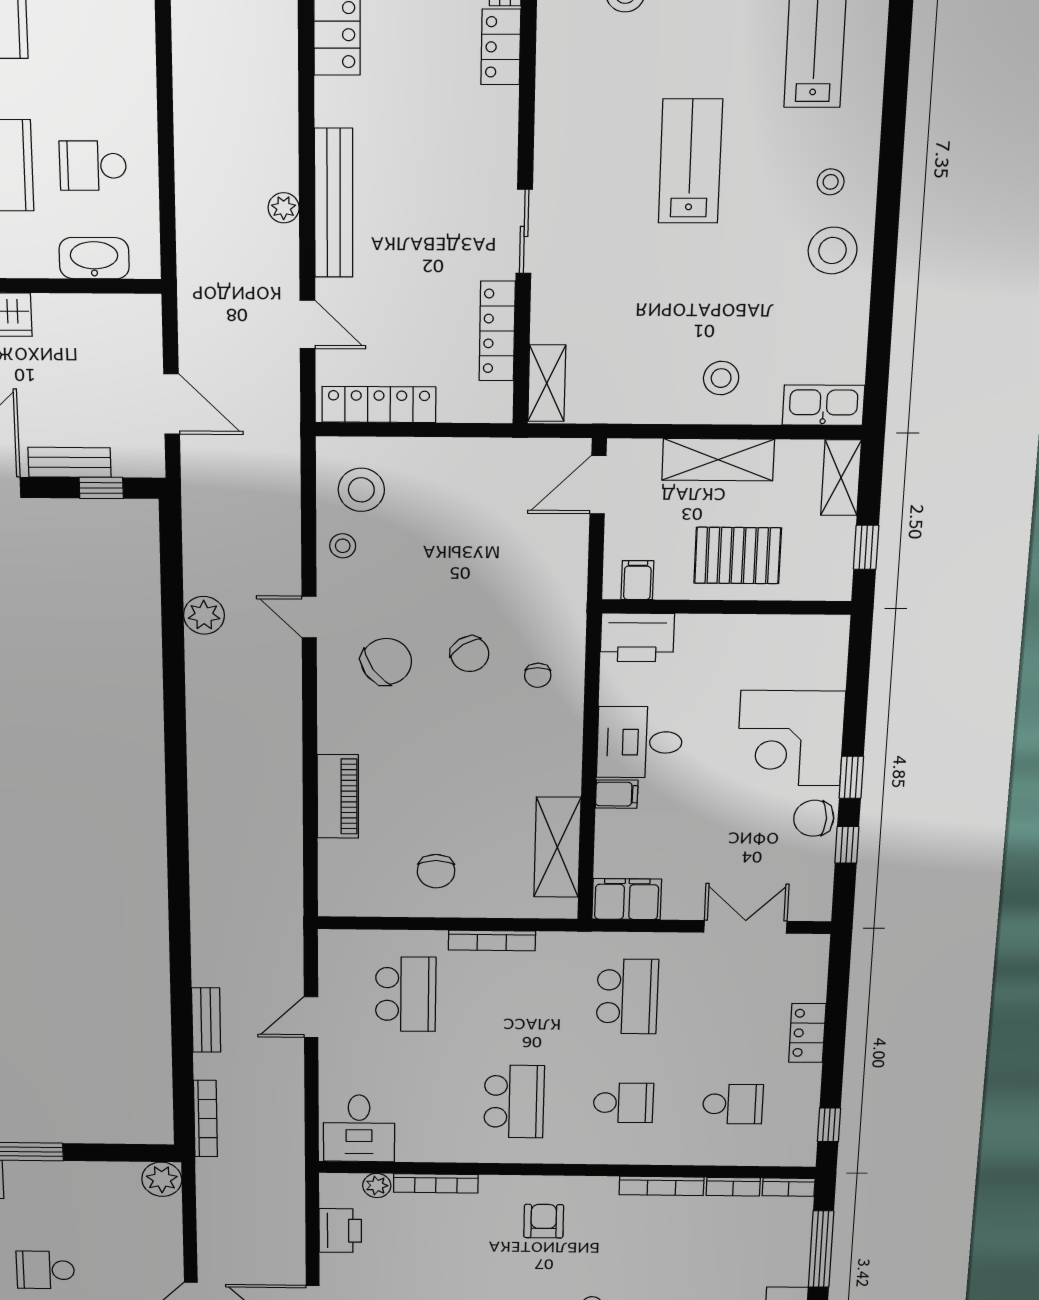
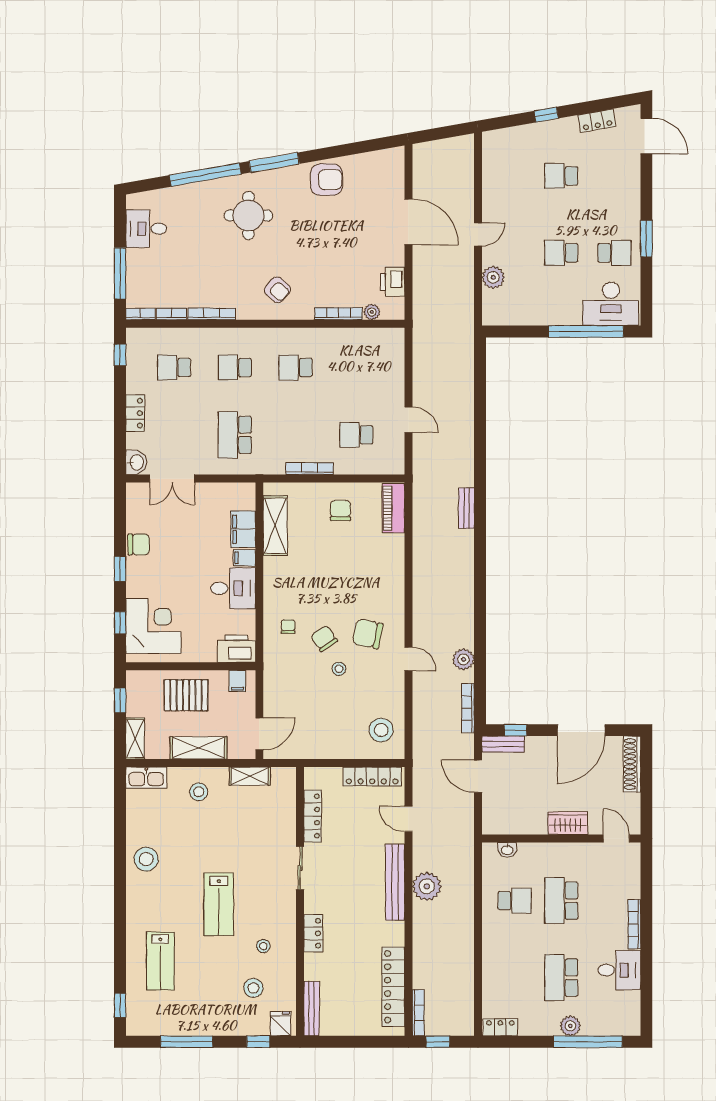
locker: (501, 47) -> (313, 933), moved
stool: (831, 182) -> (263, 946), moved
plant: (284, 208) -> (427, 886), width x1.88, depth x1.88
washbasin: (94, 258) -> (507, 850), width x0.52, depth x0.69
shelving: (547, 383) -> (250, 776), moved, turned 90
bench: (69, 462) -> (503, 744), moved
stool: (343, 546) -> (339, 669), moved
chair: (386, 662) -> (368, 634), turned 46
corner desk: (791, 738) -> (153, 626), moved
piano: (338, 796) -> (393, 508), moved
window: (847, 845) -> (120, 623), moved
filing cabinet: (627, 899) -> (243, 529), moved, turned 90
washbasin: (810, 954) -> (136, 462), added
school desk: (406, 994) -> (356, 435), width x0.54
door: (311, 1017) -> (408, 420), hinge flipped
bench: (206, 1020) -> (466, 508), moved
school desk: (514, 1102) -> (296, 368), width x0.54
bookcase: (205, 1119) -> (468, 708), moved
desk: (359, 1128) -> (382, 349), removed
plant: (162, 1179) -> (493, 277), moved
armchair: (544, 1221) -> (277, 290), turned -49
school desk: (45, 1270) -> (561, 253), turned 180

